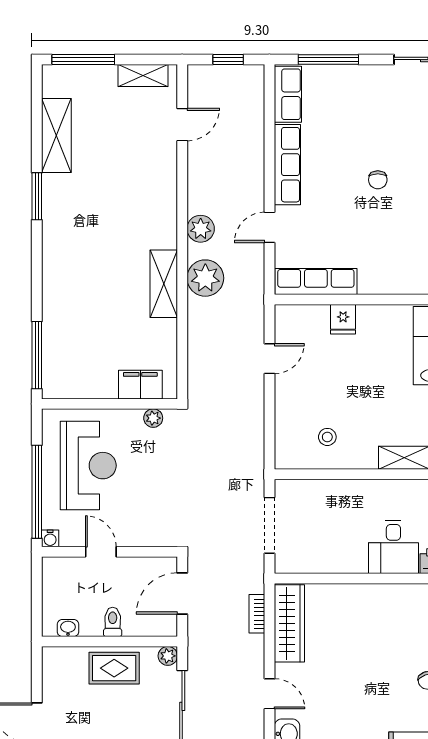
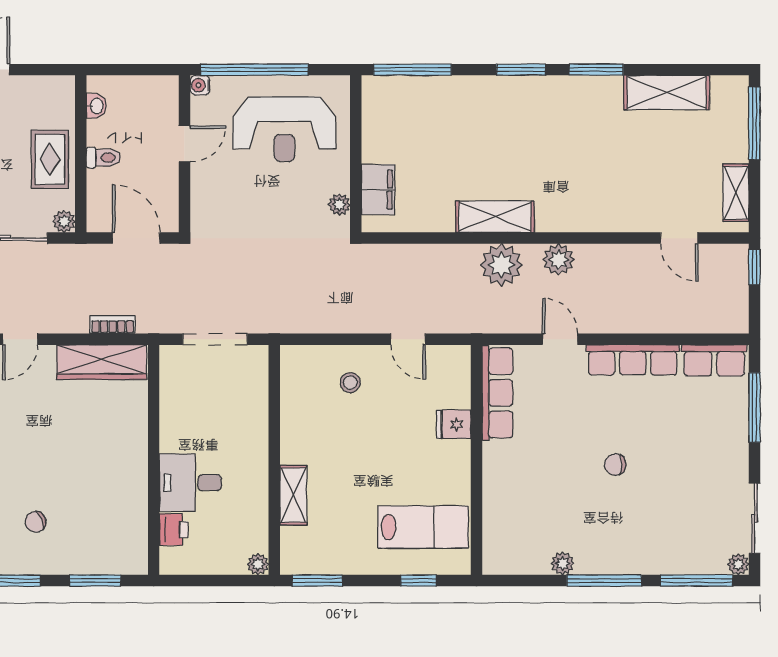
window: (228, 60) -> (754, 267), moved
window: (37, 261) -> (521, 70), added
stool: (327, 437) -> (350, 383), moved

